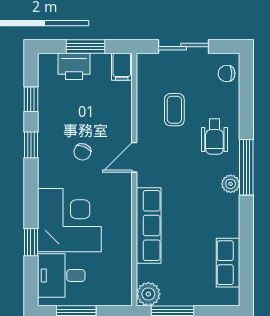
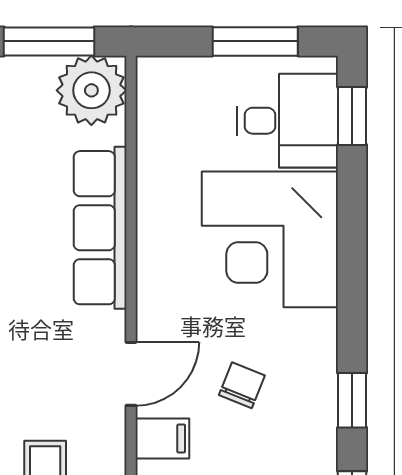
filing cabinet: (120, 127) -> (162, 439), added
window: (31, 242) -> (352, 116), moved
plant: (148, 294) -> (91, 90), width x1.36, depth x1.36

